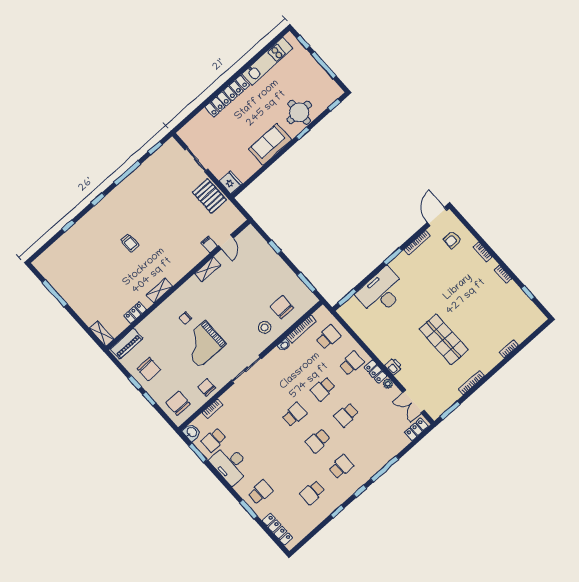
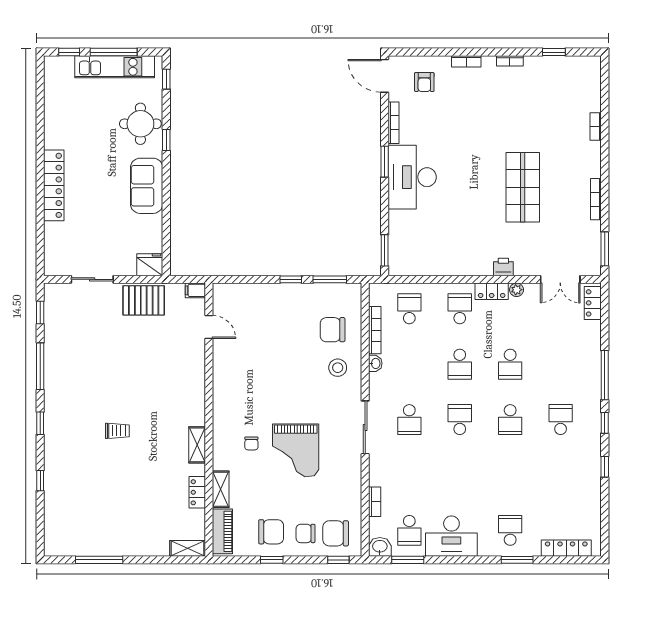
kitchen unit: (267, 61) -> (115, 67), moved, turned 90
filing cabinet: (209, 244) -> (195, 290), moved
window: (275, 247) -> (291, 279), moved
shelving: (208, 269) -> (221, 489), moved
desk: (382, 292) -> (412, 177), moved
shop shelf: (444, 339) -> (523, 187), turned 90
chair: (207, 387) -> (306, 533), moved
window: (149, 399) -> (338, 560), moved
school desk: (312, 492) -> (409, 420), moved

